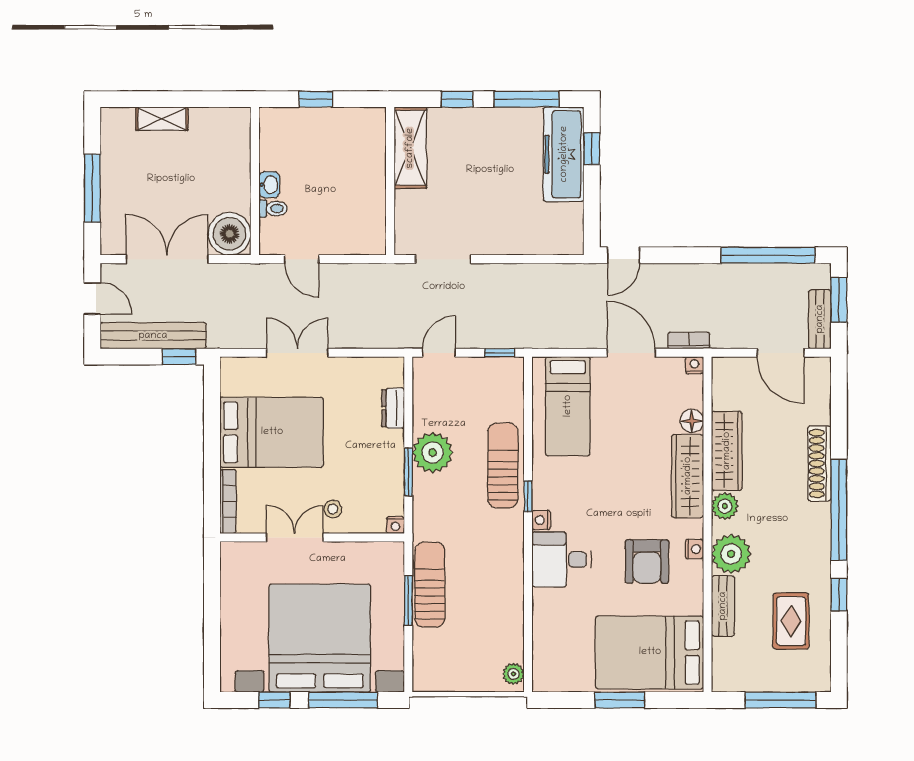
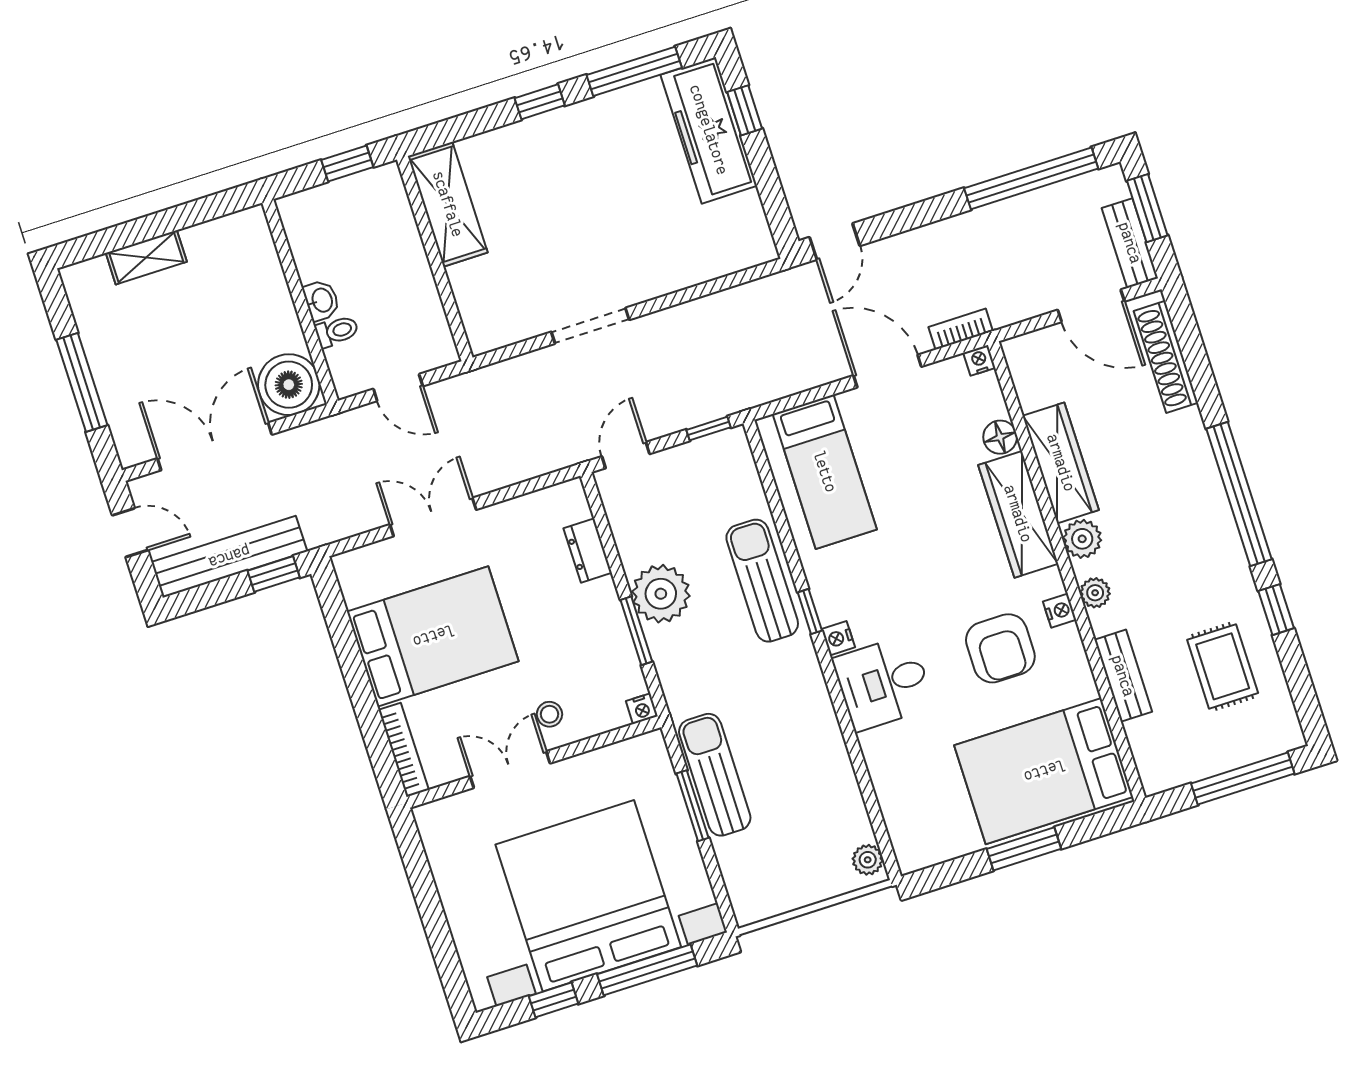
shelving: (410, 148) -> (448, 204), moved
wall: (390, 181) -> (435, 259), moved
shoe rack: (819, 463) -> (1166, 357), moved
plant: (731, 554) -> (1095, 593), width x0.53, depth x0.53

